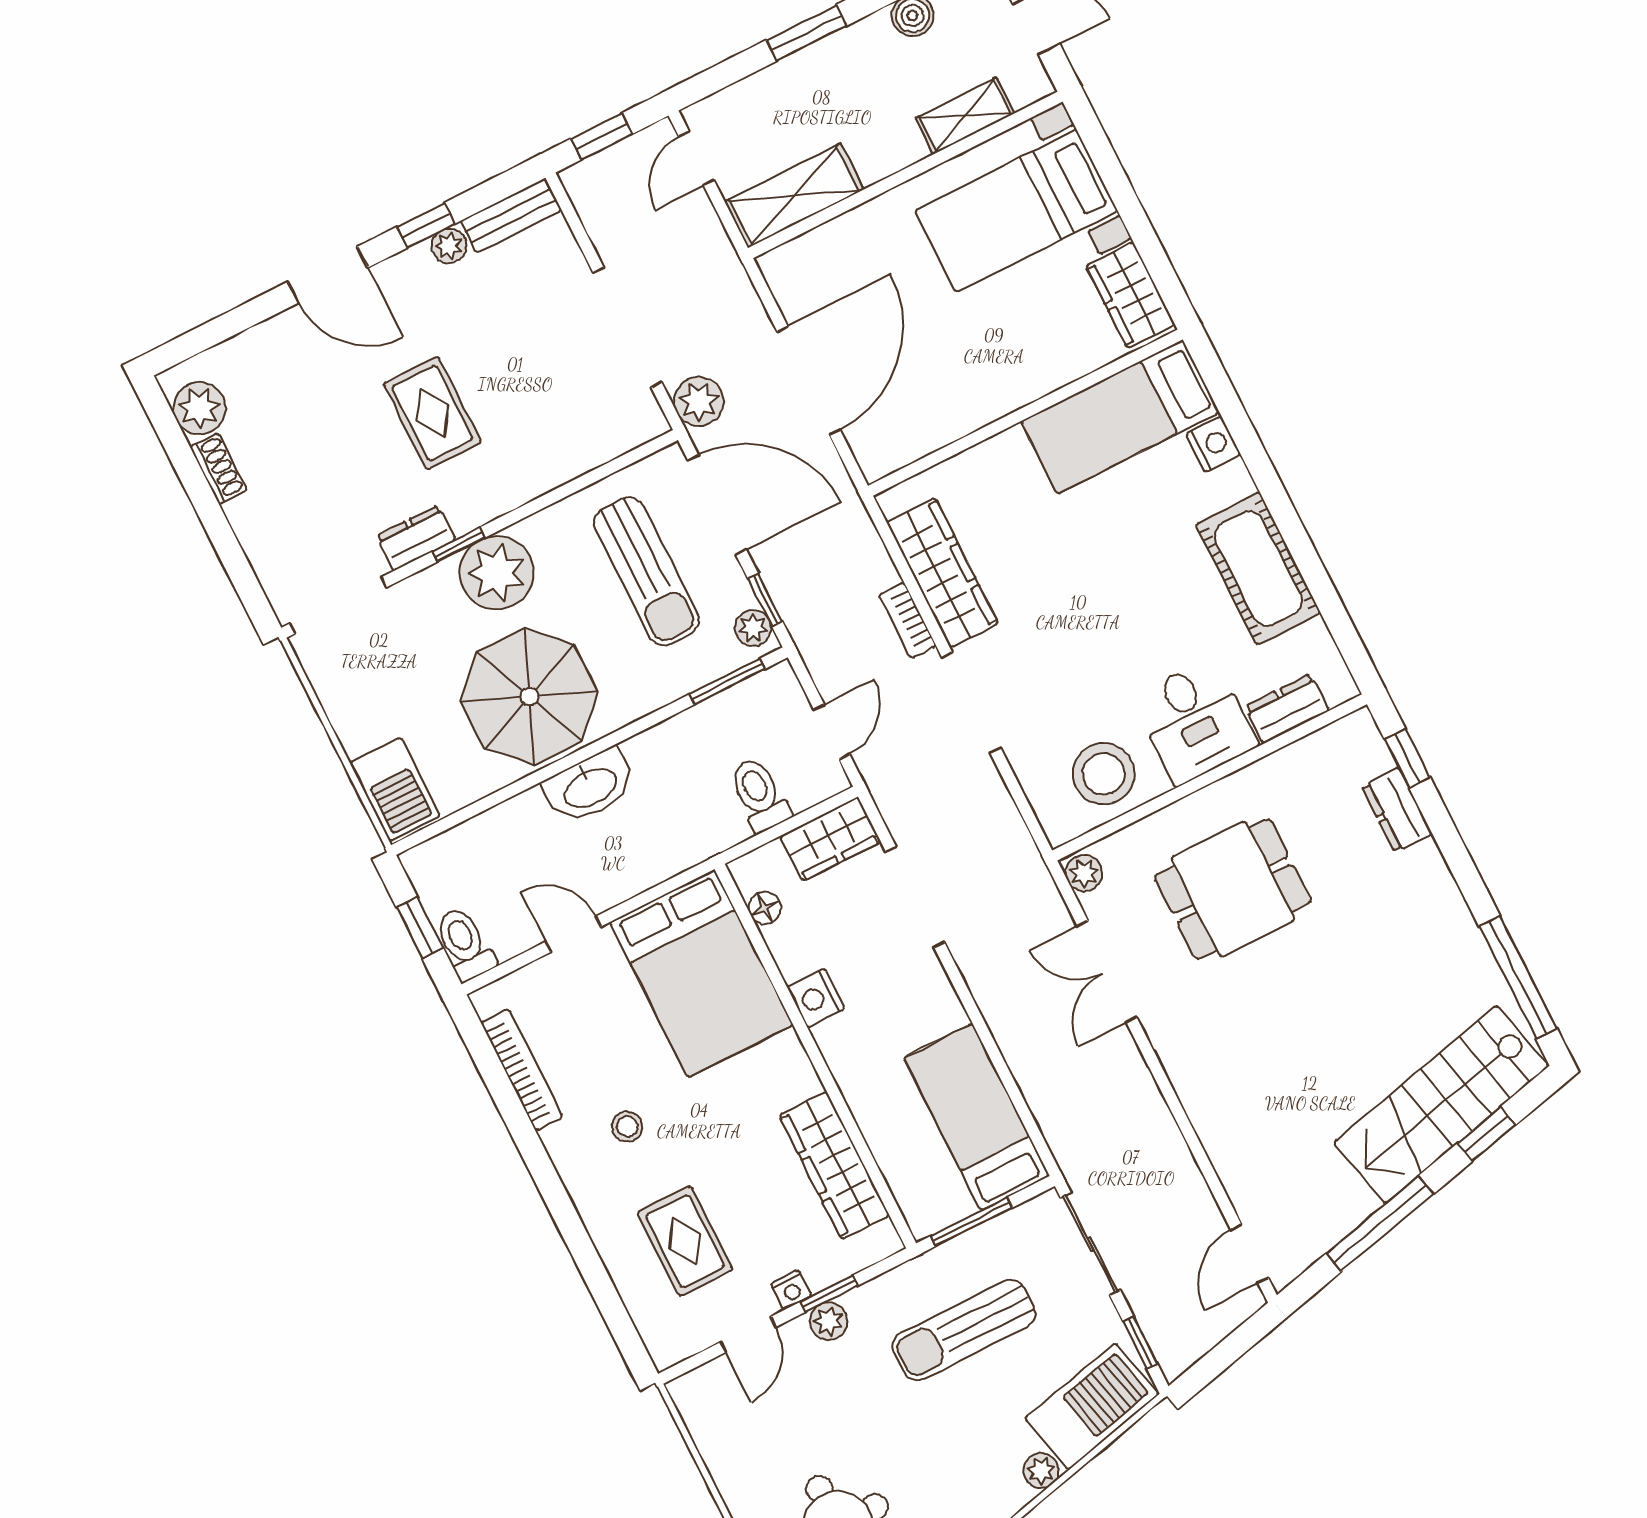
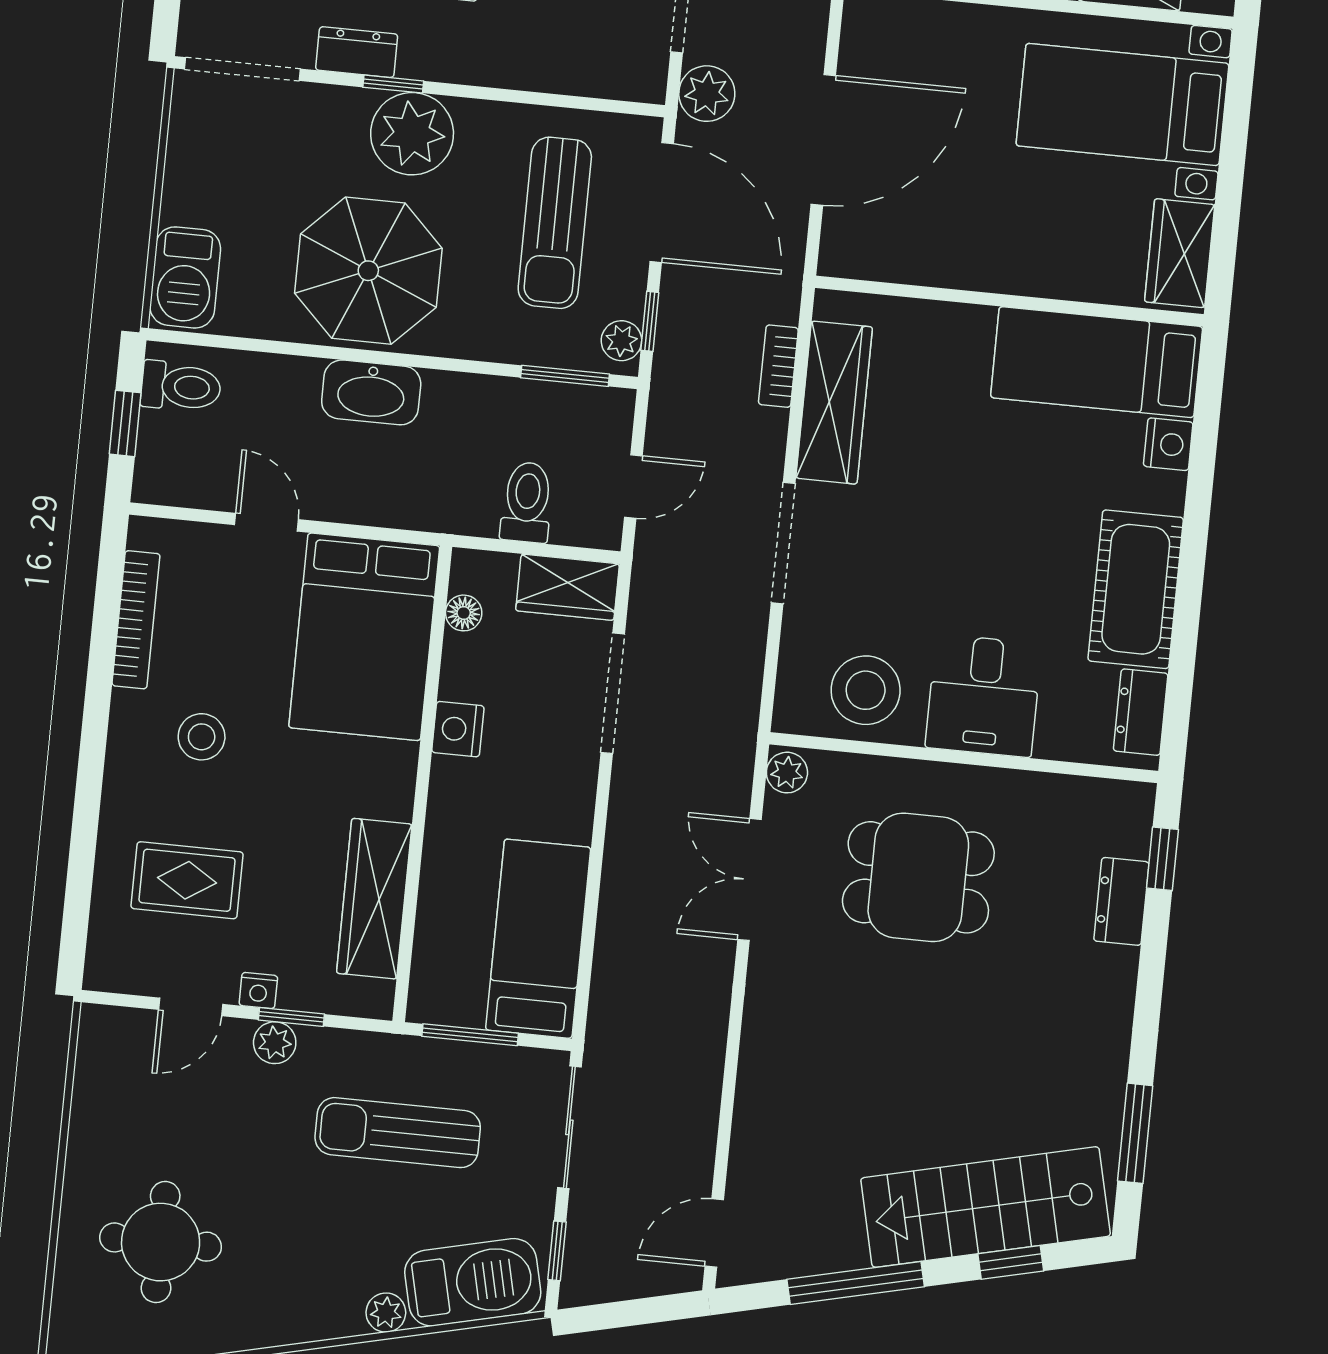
bookcase: (907, 620) -> (778, 366), moved
dresser: (1287, 709) -> (1141, 712), moved, turned -90
toilet: (465, 944) -> (181, 387), moved, turned 90
window: (1518, 978) -> (1135, 1133), width x0.69
stool: (627, 1126) -> (202, 737), width x1.37, depth x1.37
rug: (685, 1241) -> (187, 880), turned 90

